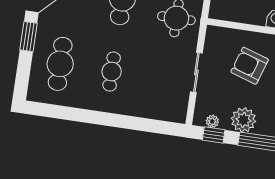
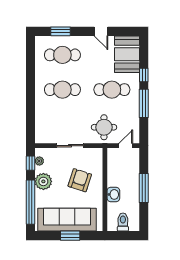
window: (28, 37) -> (60, 31), moved
cafe table: (112, 72) -> (62, 90), width x1.37, depth x1.35

